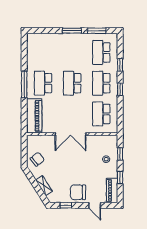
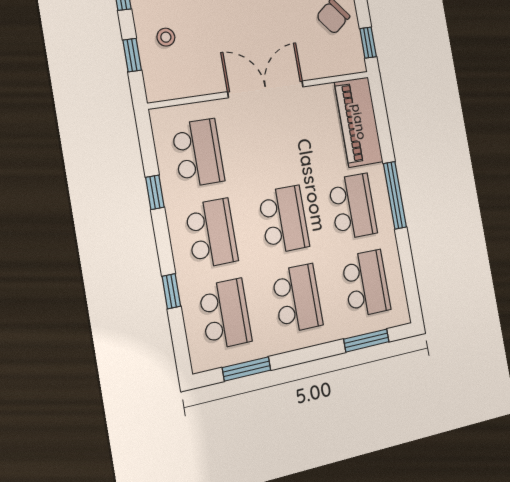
window: (72, 31) -> (366, 340), moved
school desk: (43, 52) -> (366, 283), added
school desk: (72, 52) -> (297, 298), added
window: (120, 89) -> (155, 192), moved
window: (24, 147) -> (368, 43), added

